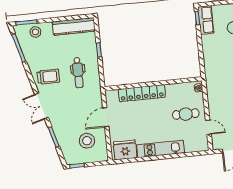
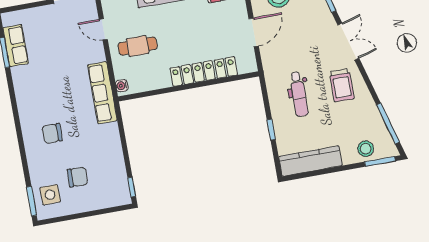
row of seats: (206, 20) -> (102, 93), moved, width x1.48
dental chair: (78, 73) -> (299, 94), turned 180
trolley: (48, 77) -> (342, 85), turned -90

